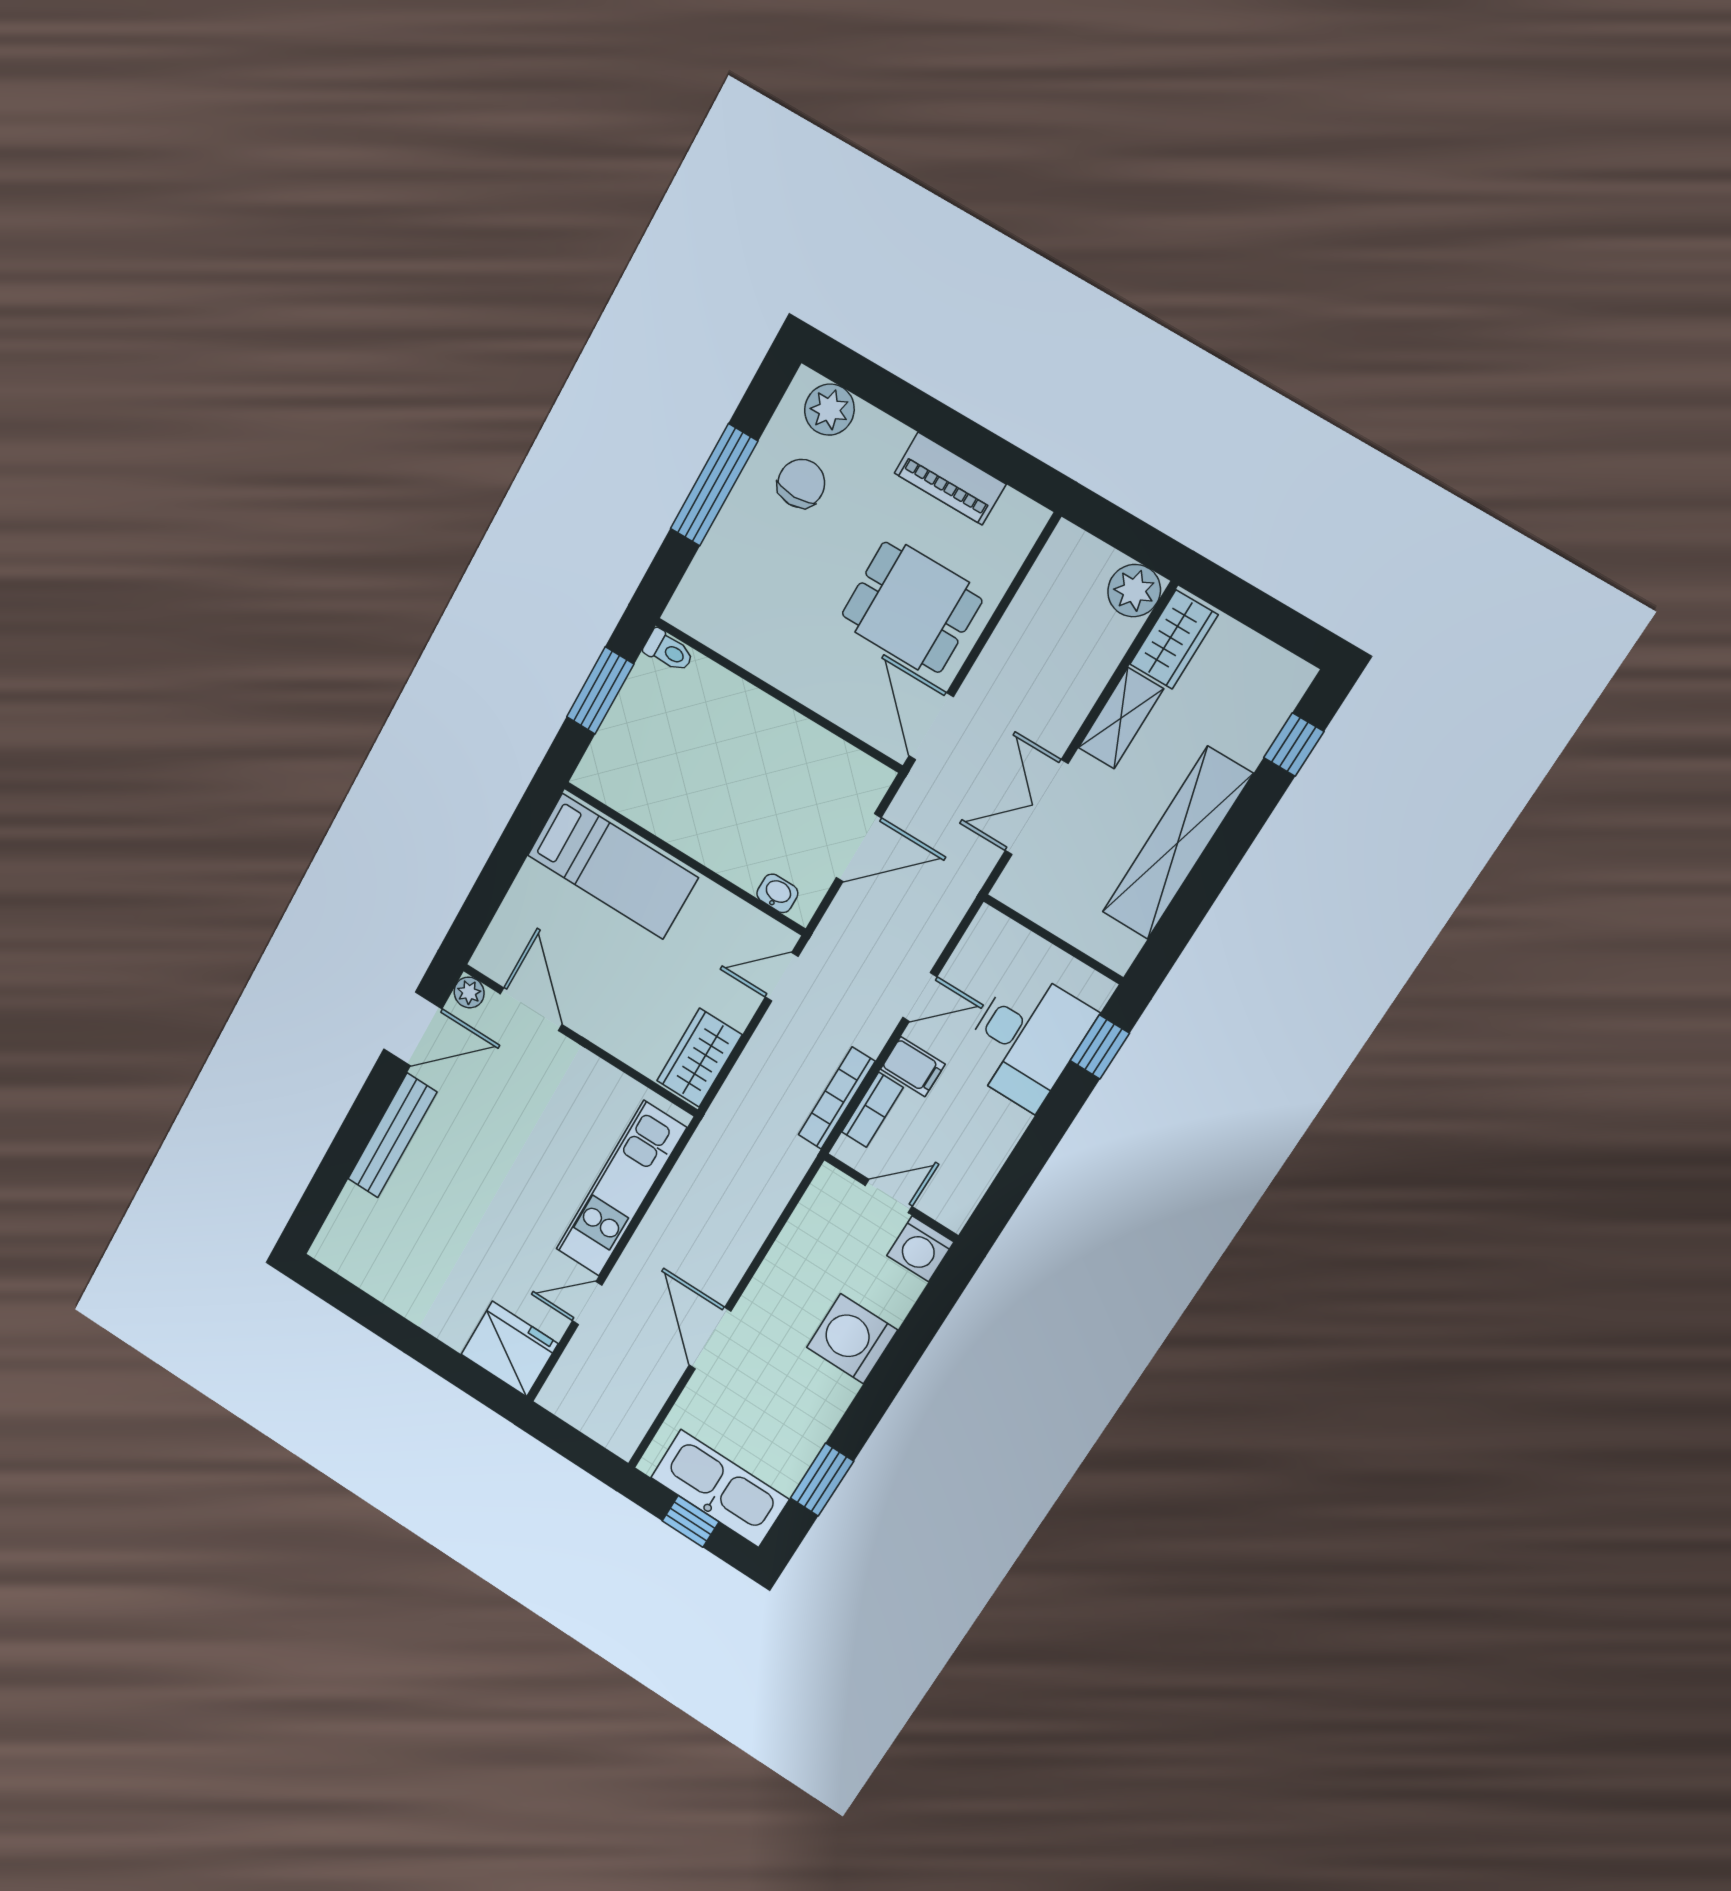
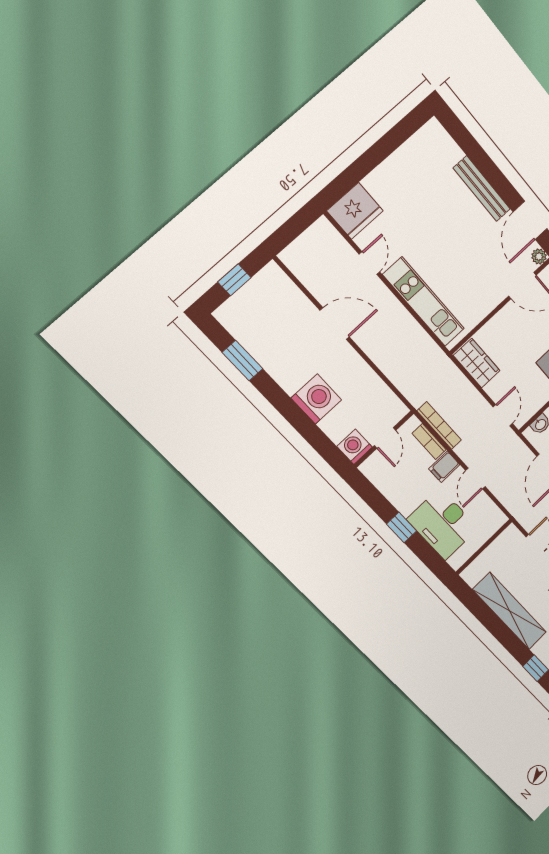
window: (1100, 1047) -> (402, 527), moved
kitchen sink: (720, 1488) -> (250, 303), removed

